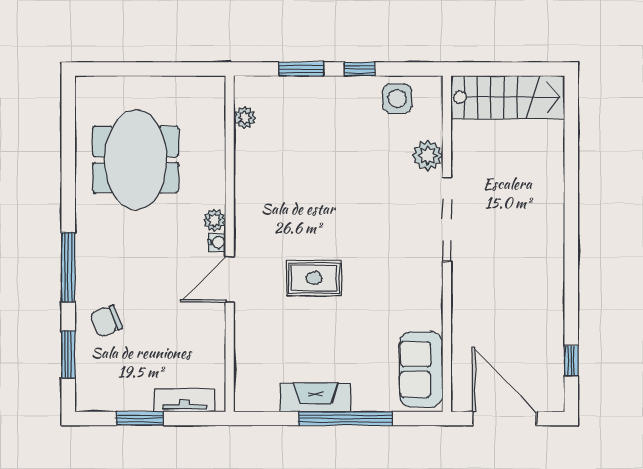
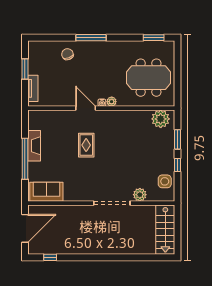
plant: (245, 118) -> (161, 119), width x1.87, depth x1.87
meeting table: (136, 160) -> (149, 78), moved
window: (68, 354) -> (154, 38), moved

